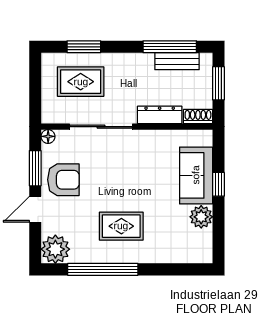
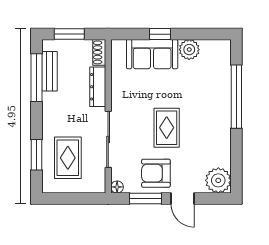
armchair: (63, 180) -> (156, 173), turned -90
rug: (121, 226) -> (167, 128), moved
window: (103, 269) -> (236, 97), moved

